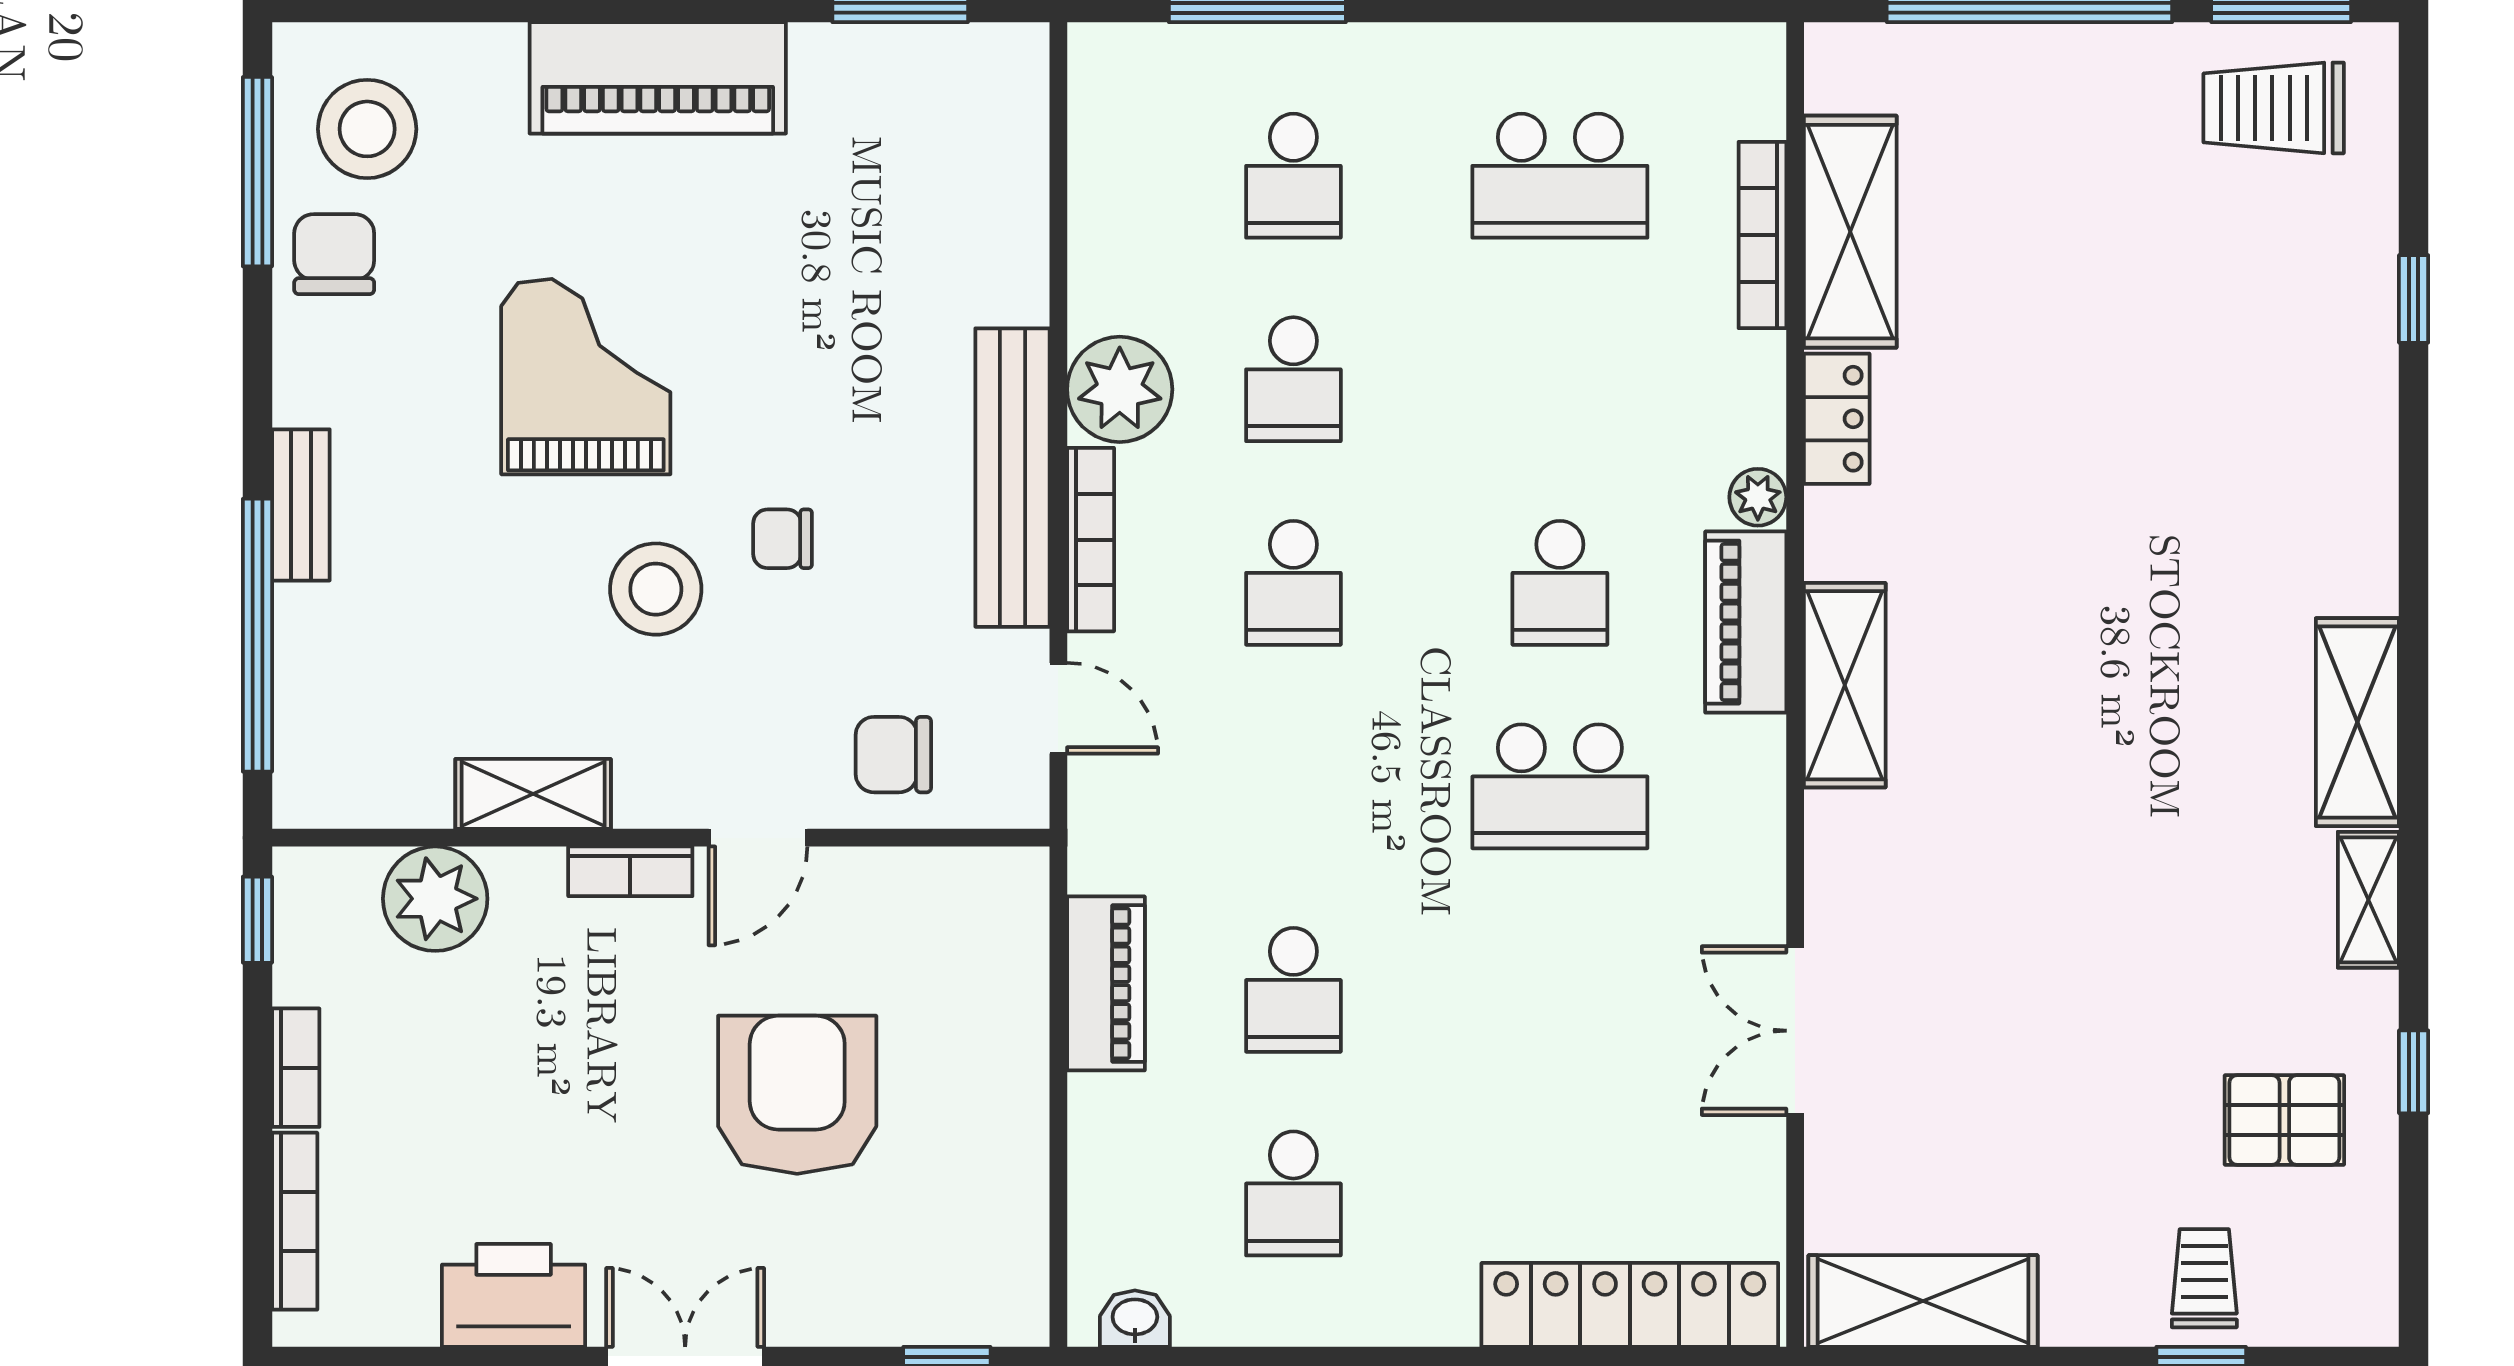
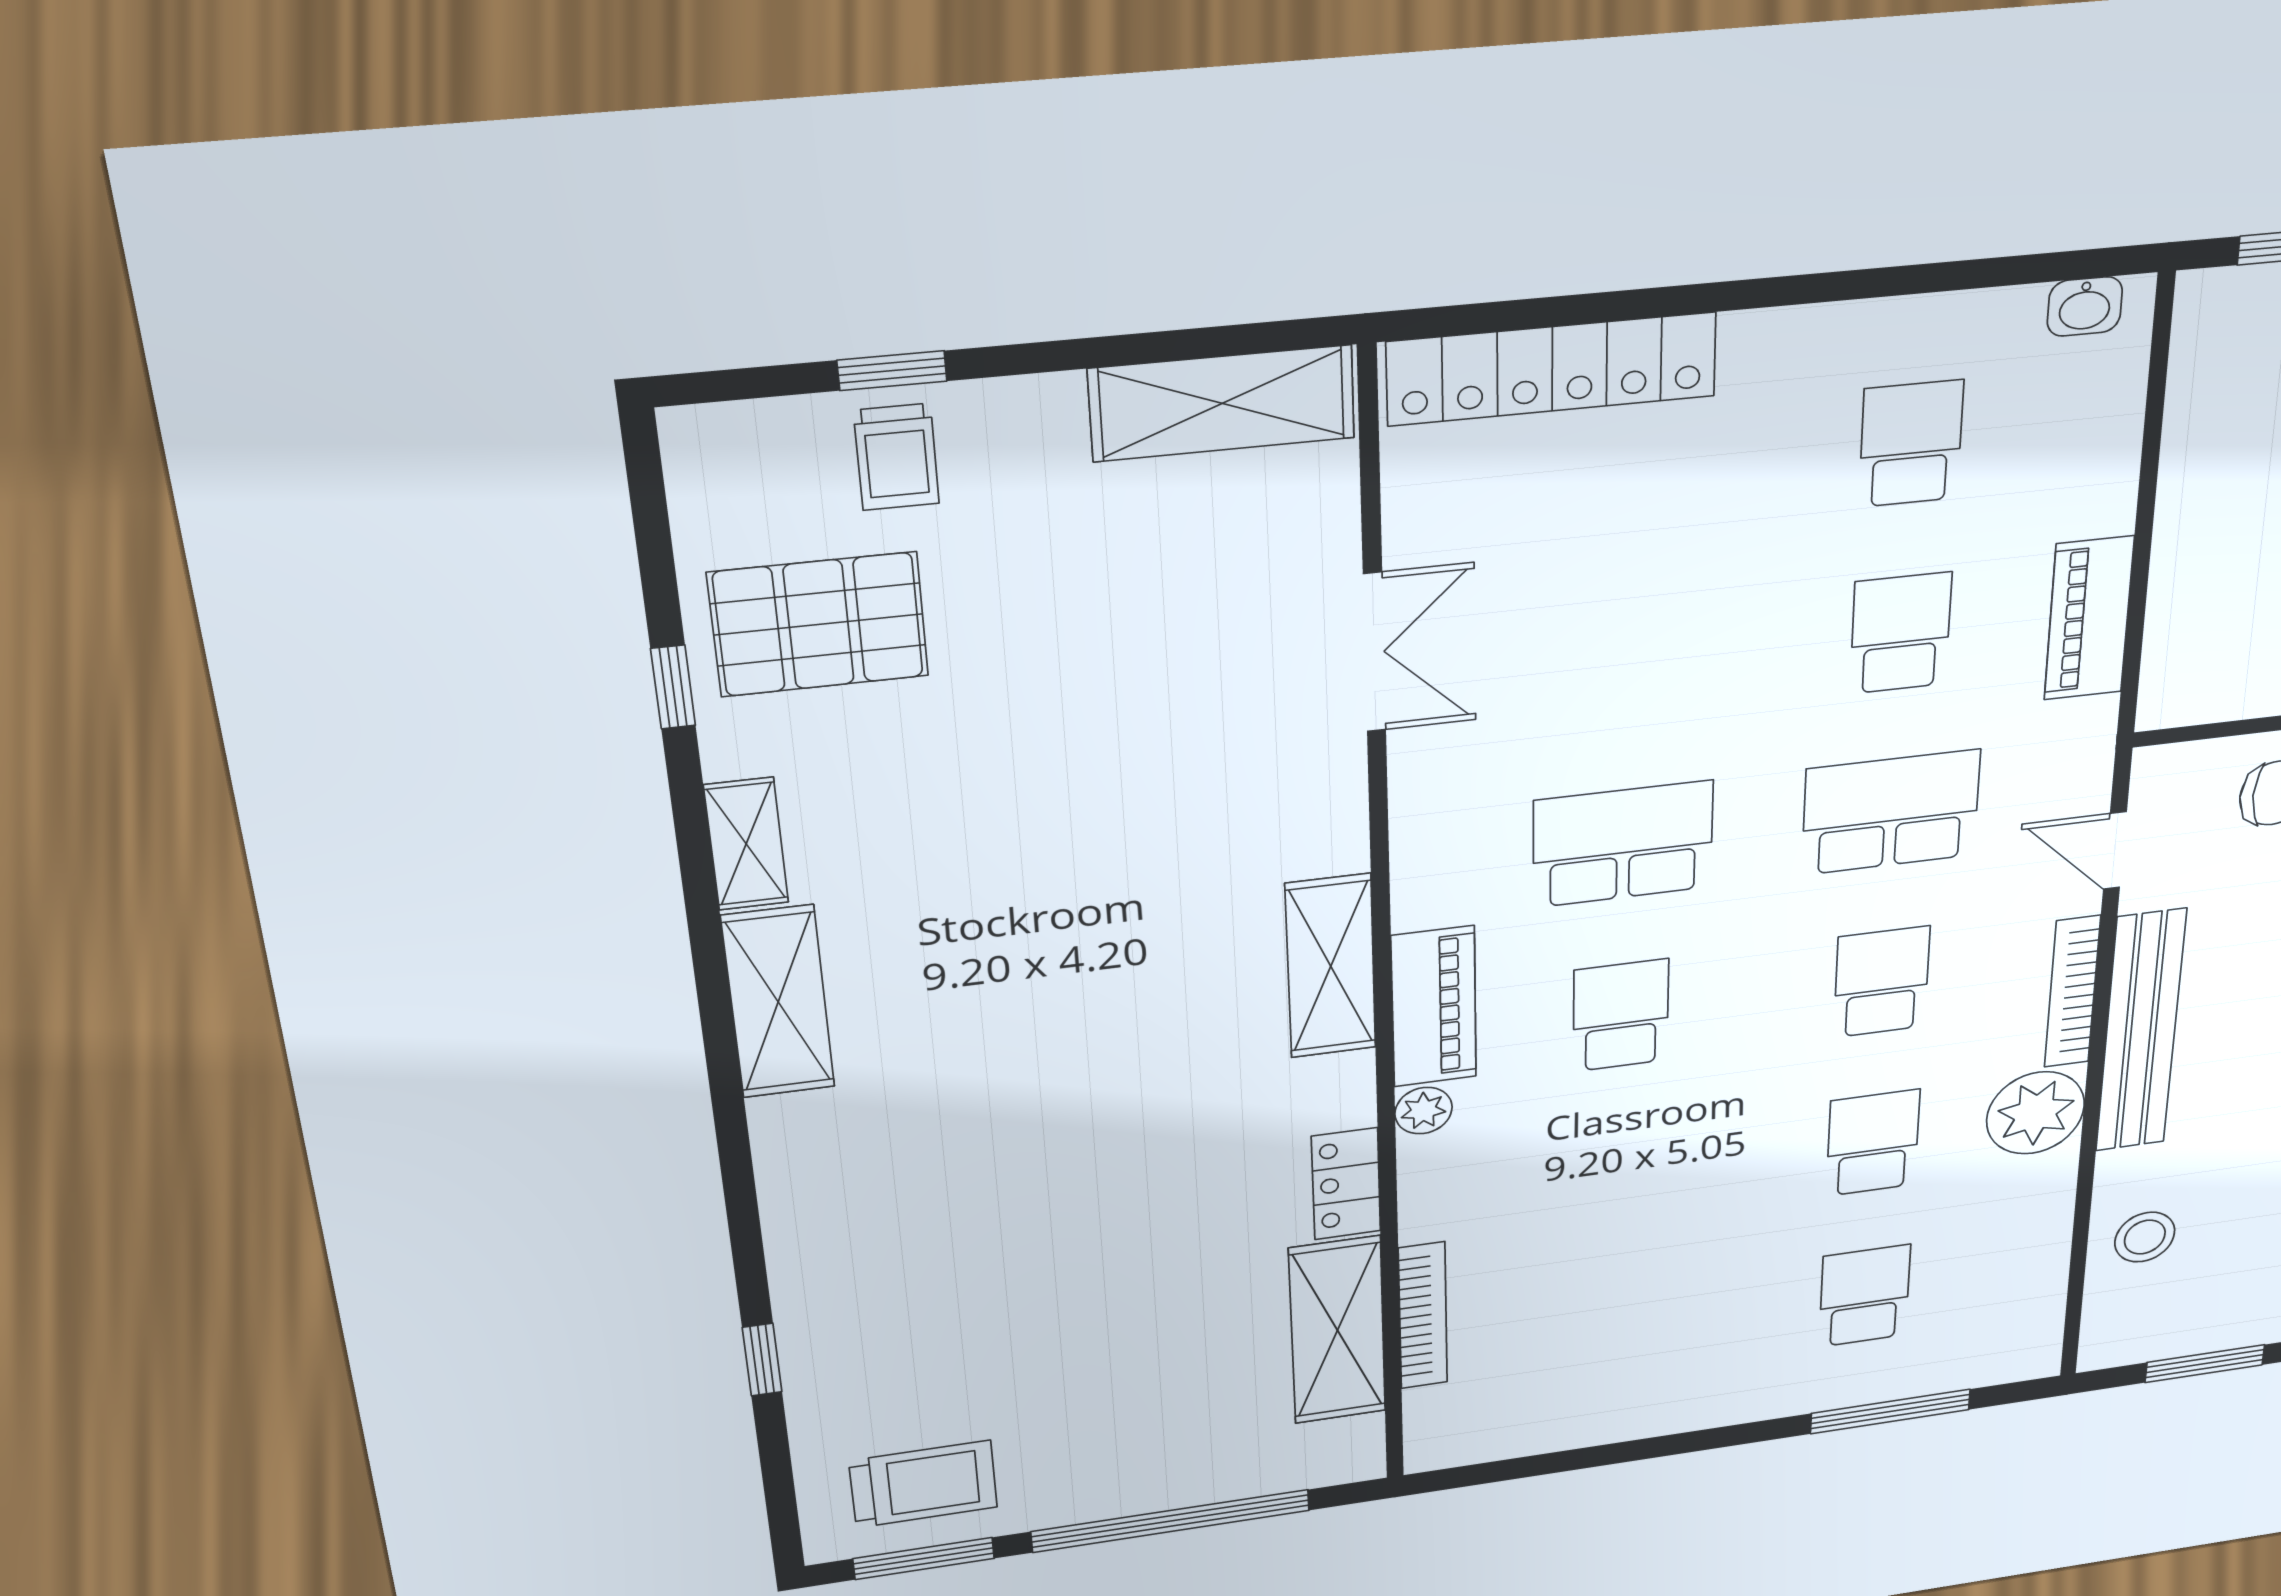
school desk: (1560, 176) -> (1891, 812), moved
stool: (985, 201) -> (2145, 1237), added
pallet: (2284, 1120) -> (819, 624), width x1.50, depth x1.42

